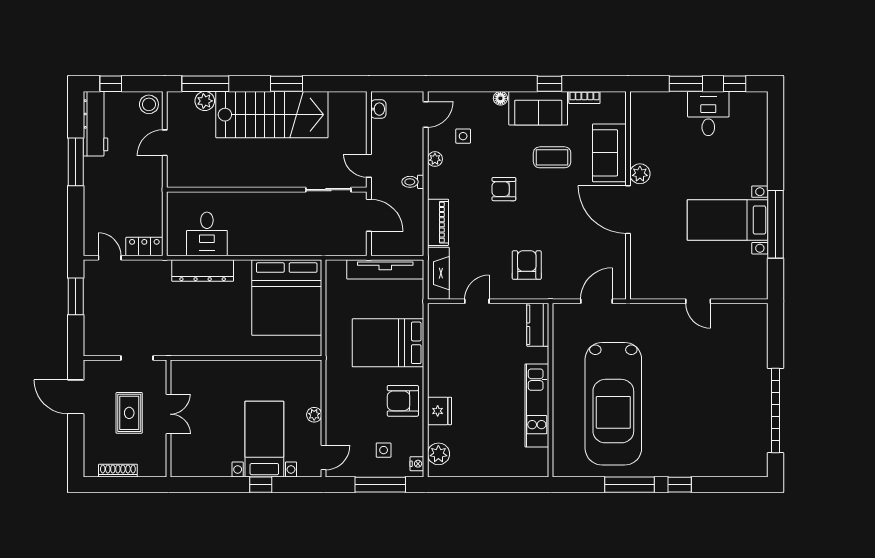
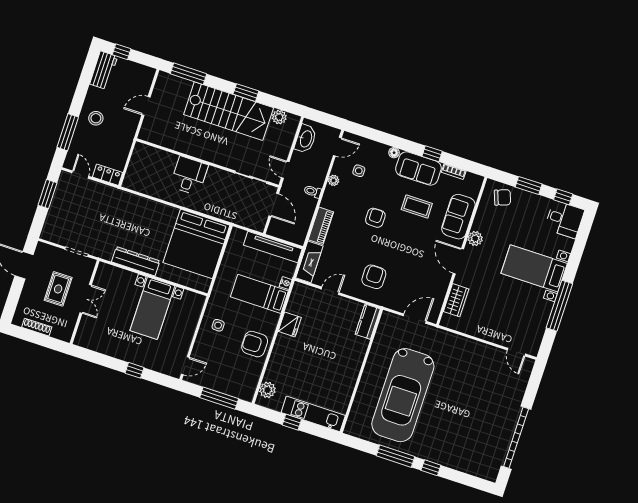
plant: (205, 101) -> (279, 117), moved
stool: (149, 104) -> (96, 118), moved
washbasin: (378, 109) -> (306, 139), width x1.91, depth x1.45
chair: (657, 110) -> (502, 197), added
desk: (708, 113) -> (564, 219), moved, turned 90
workbench: (95, 124) -> (104, 70), width x0.73
window: (76, 162) -> (68, 132), moved
armchair: (504, 189) -> (375, 218), turned 90
door: (628, 210) -> (458, 261), width x0.73
bed with nightstands: (728, 220) -> (534, 268), moved
desk: (207, 234) -> (189, 176), moved, turned 180
wardrobe: (641, 260) -> (456, 300), added
dresser: (203, 271) -> (136, 261), moved, turned 180
door: (698, 301) -> (516, 352), moved
bed: (388, 343) -> (259, 294), width x0.67
kitchen unit: (537, 405) -> (313, 414), moved, turned 90
fridge: (439, 411) -> (290, 324), moved
plant: (314, 415) -> (189, 333), removed
bed with nightstands: (264, 439) -> (152, 308), moved, turned 180
side table: (384, 450) -> (218, 325), moved
nightstand: (417, 464) -> (286, 283), moved
window: (483, 485) -> (292, 422), added

